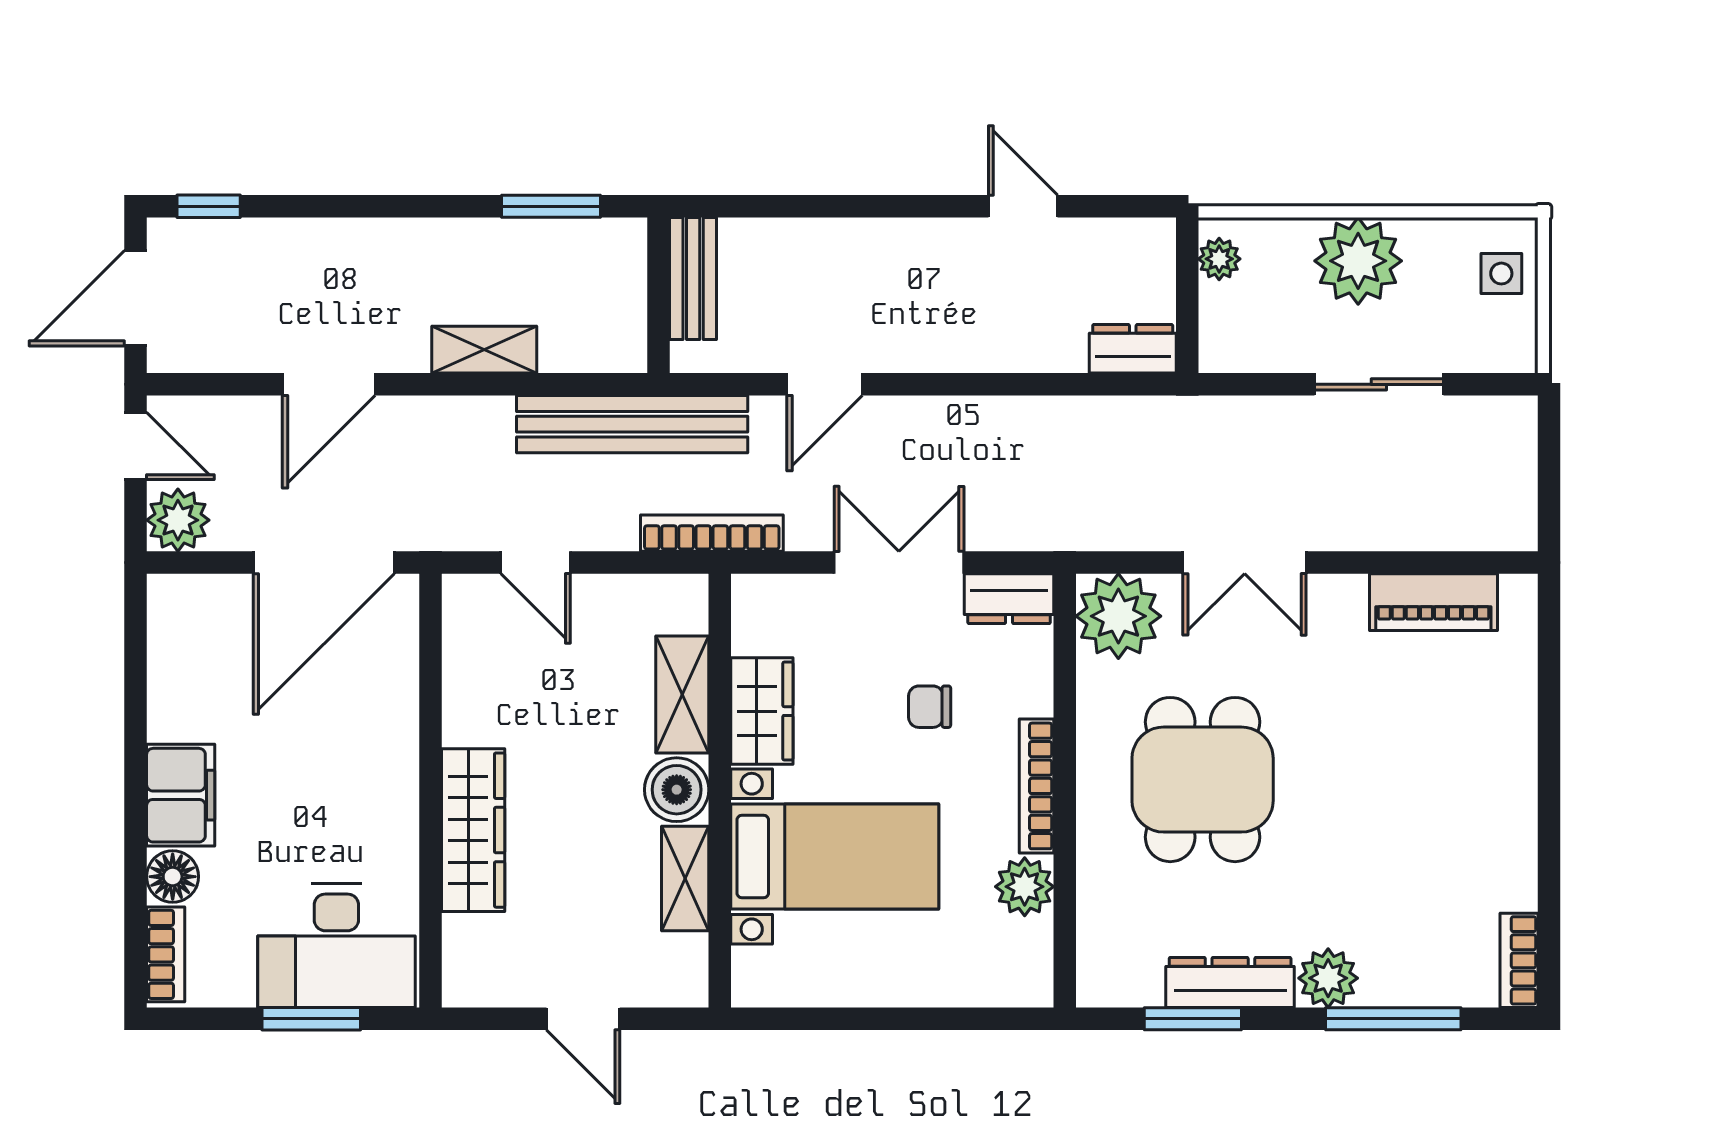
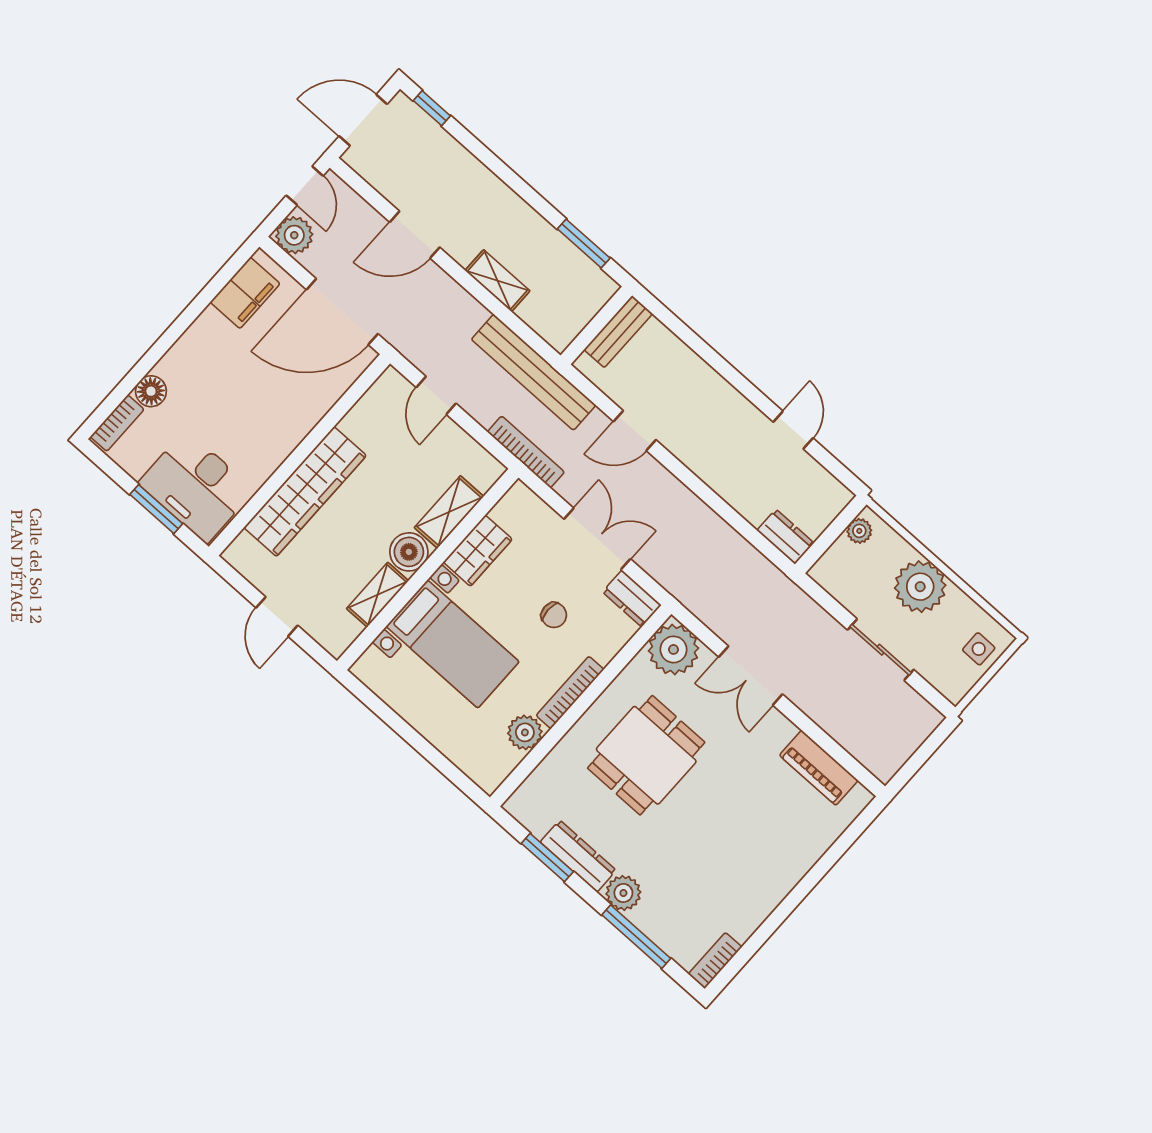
chair: (930, 707) -> (554, 615), turned 180
filing cabinet: (181, 795) -> (245, 293), moved
wardrobe: (473, 830) -> (305, 492), width x1.40, depth x1.17

